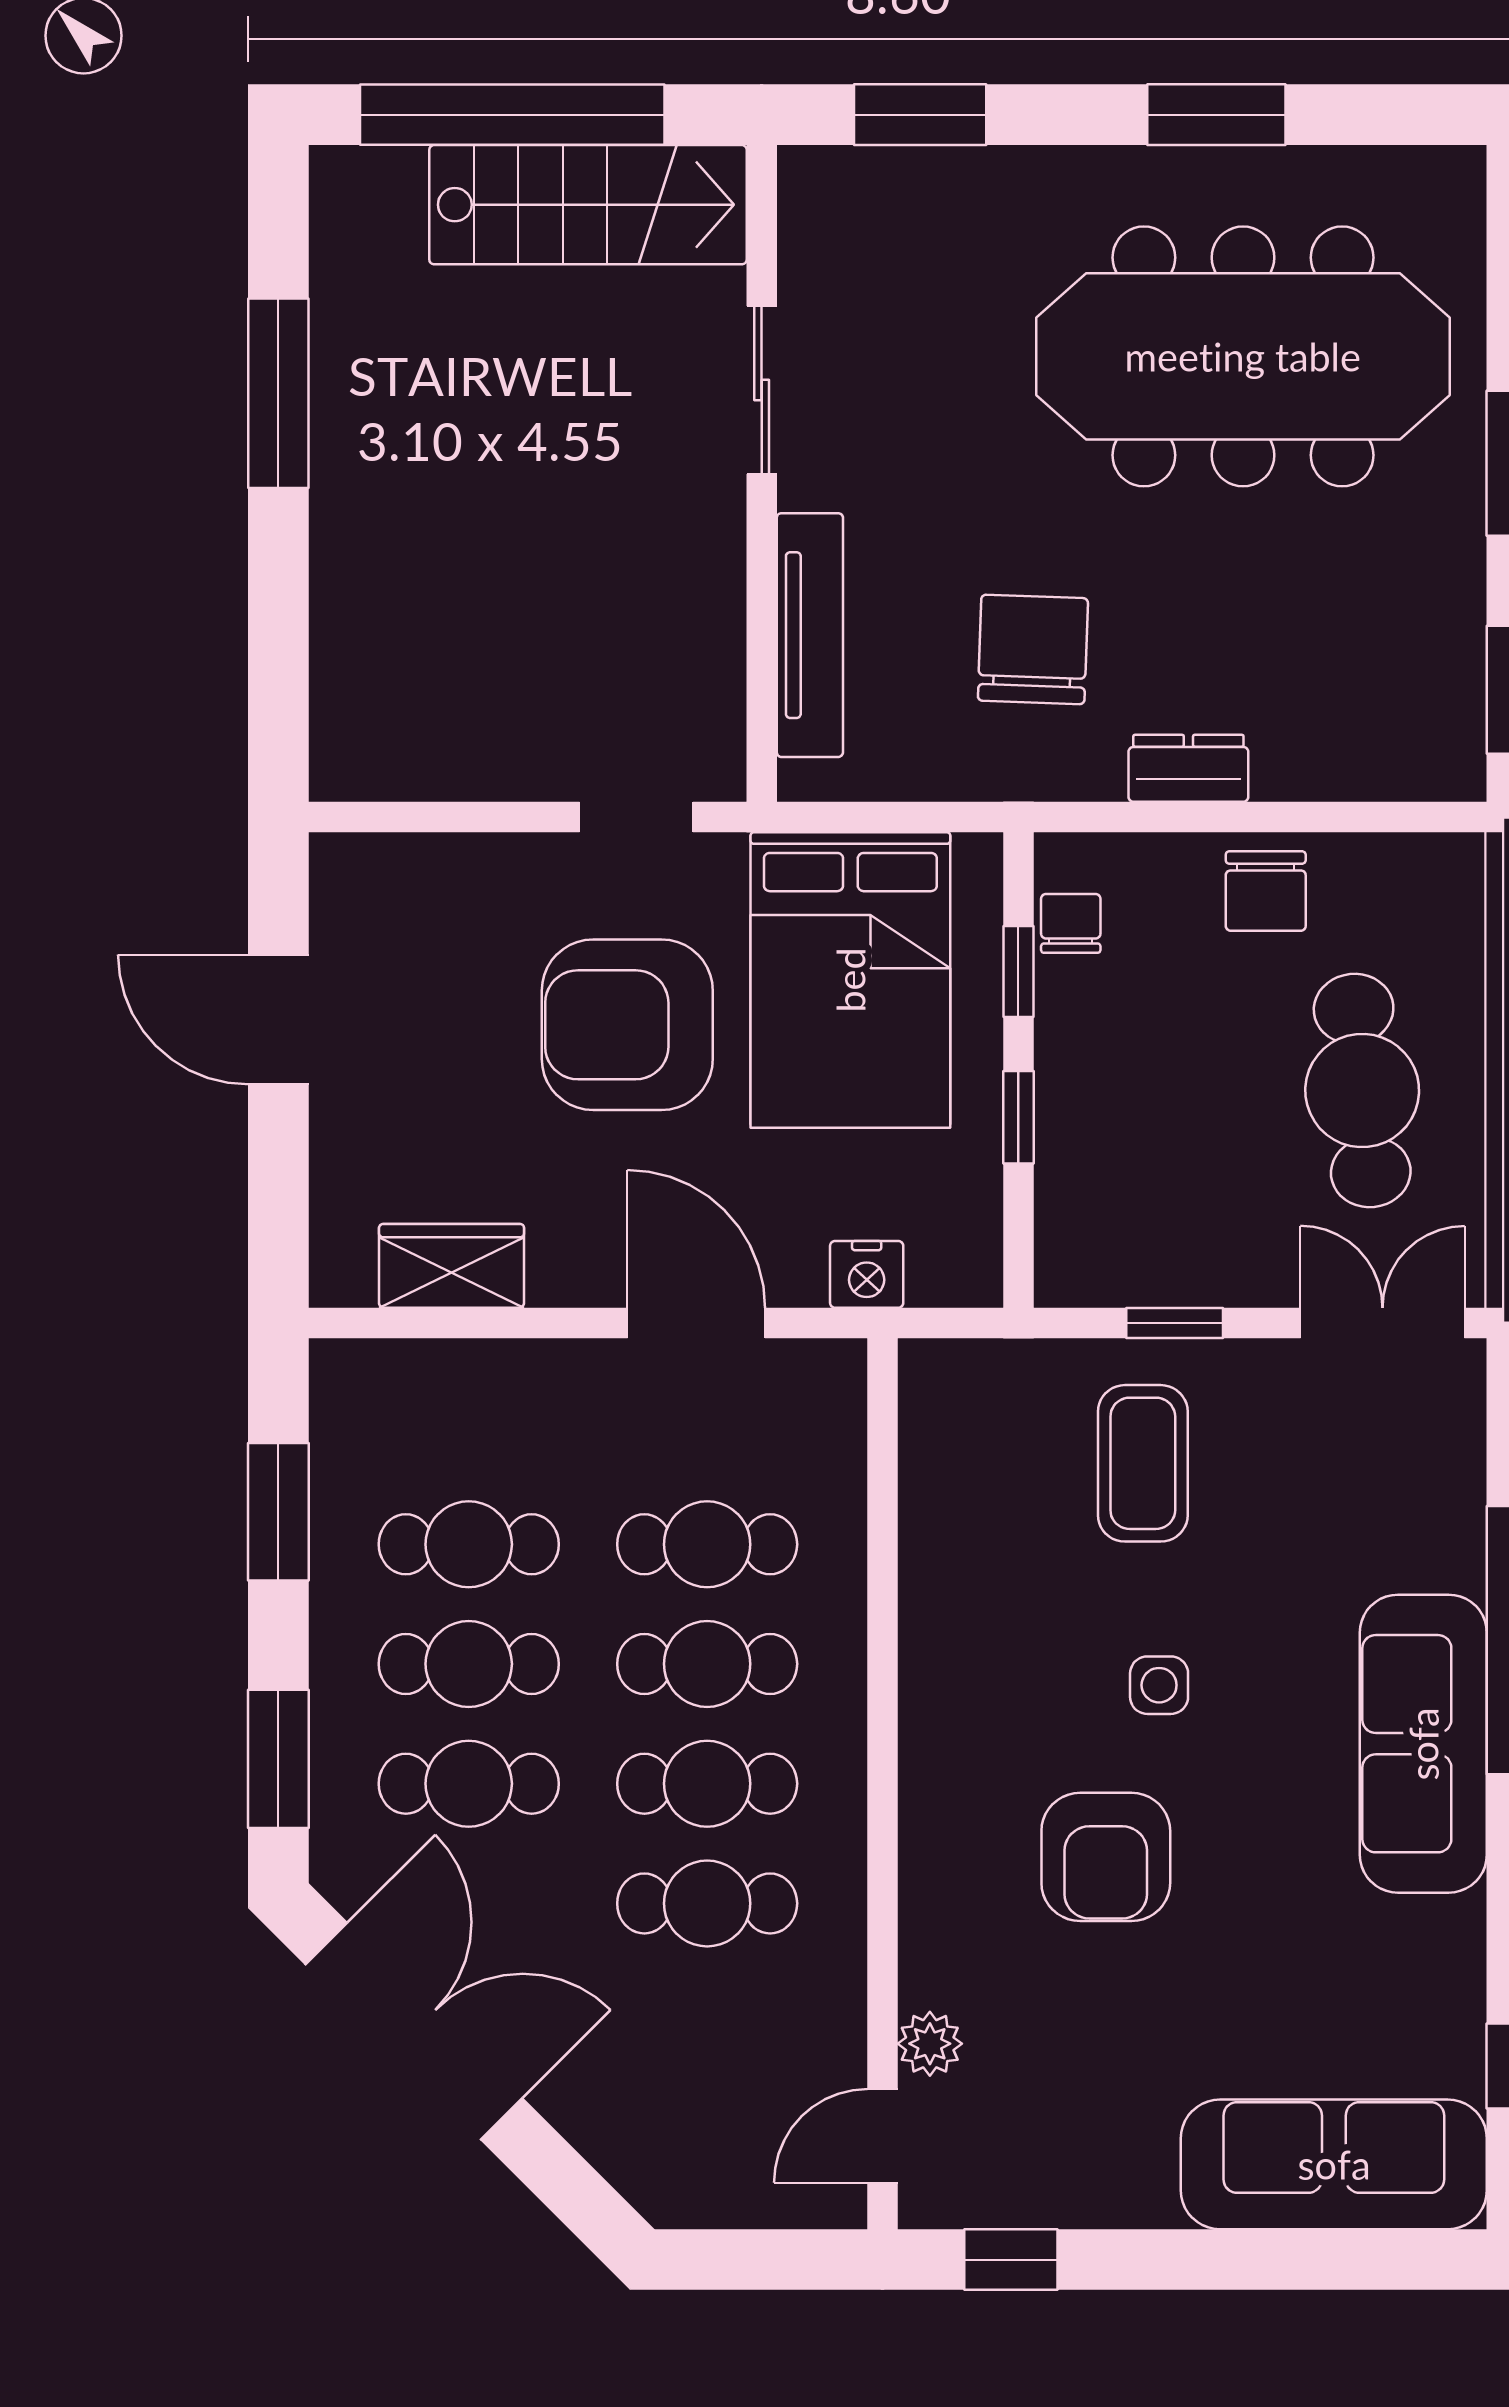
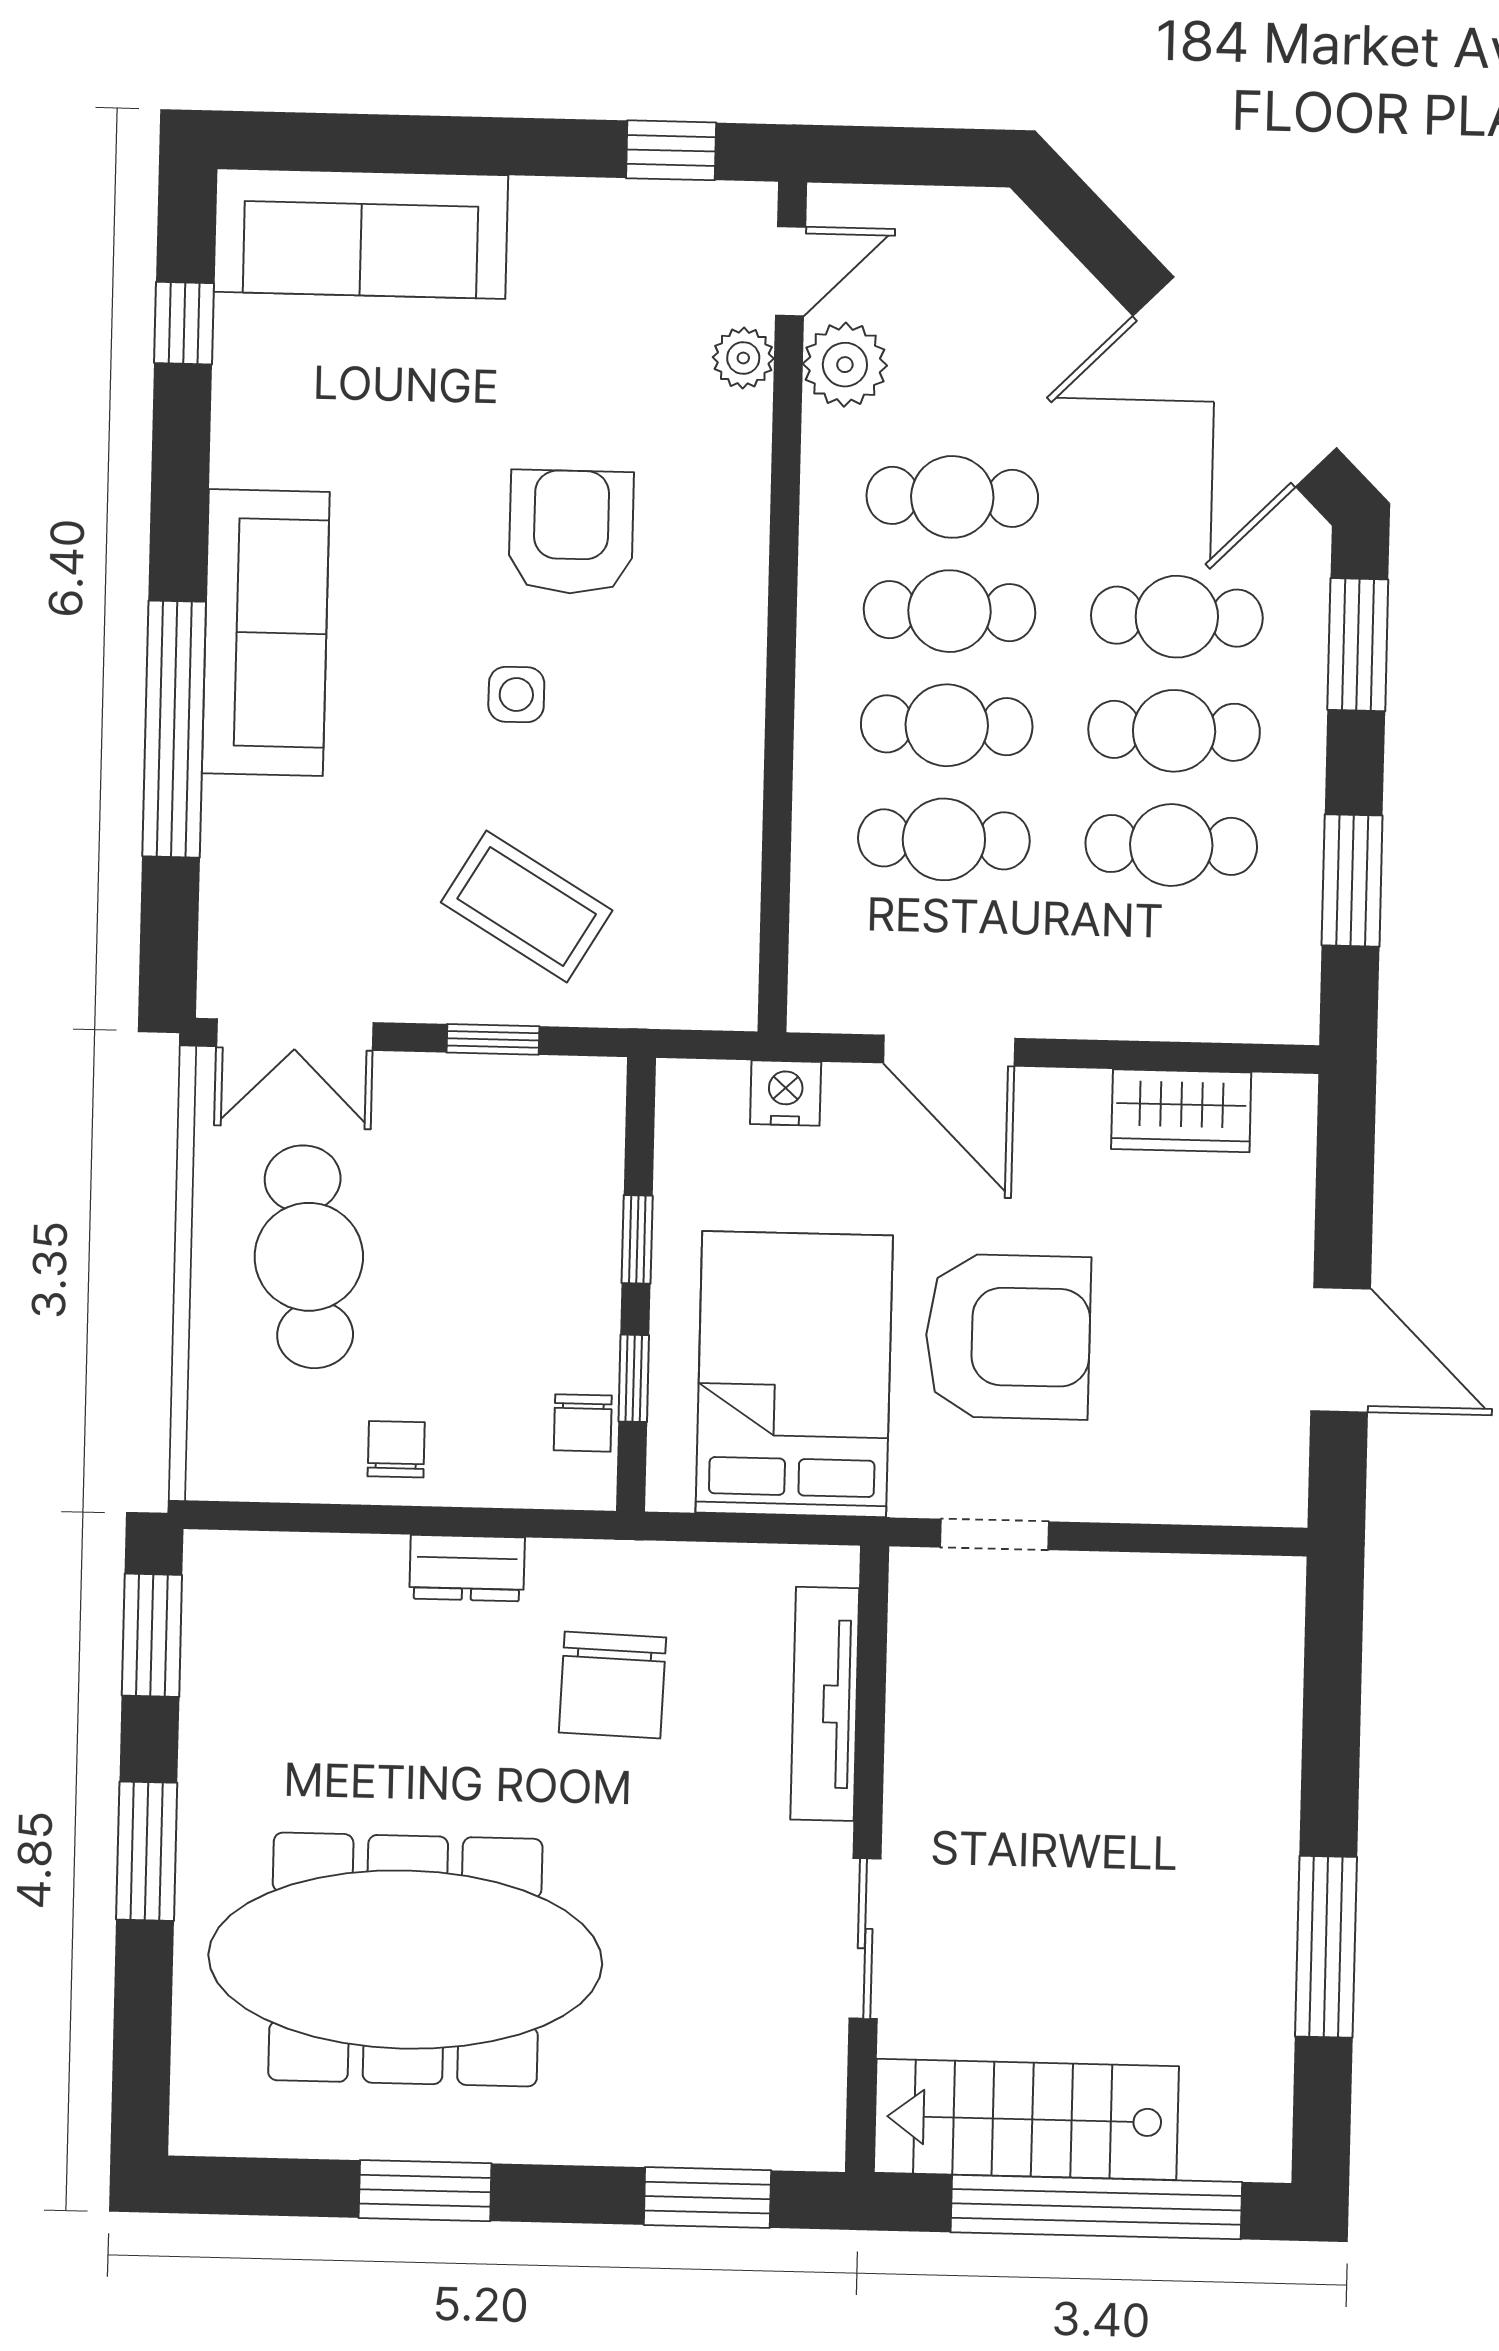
chair: (1266, 891) -> (396, 1449), width x0.73, depth x0.73
coffee table: (1143, 1463) -> (527, 906), turned -59
plant: (823, 2039) -> (845, 365), added

